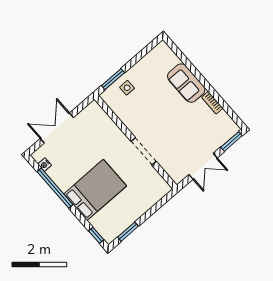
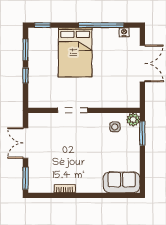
sofa: (186, 83) -> (122, 182), moved
side table: (127, 88) -> (115, 127), moved
plant: (109, 96) -> (133, 120), added
window: (149, 214) -> (25, 76), added

